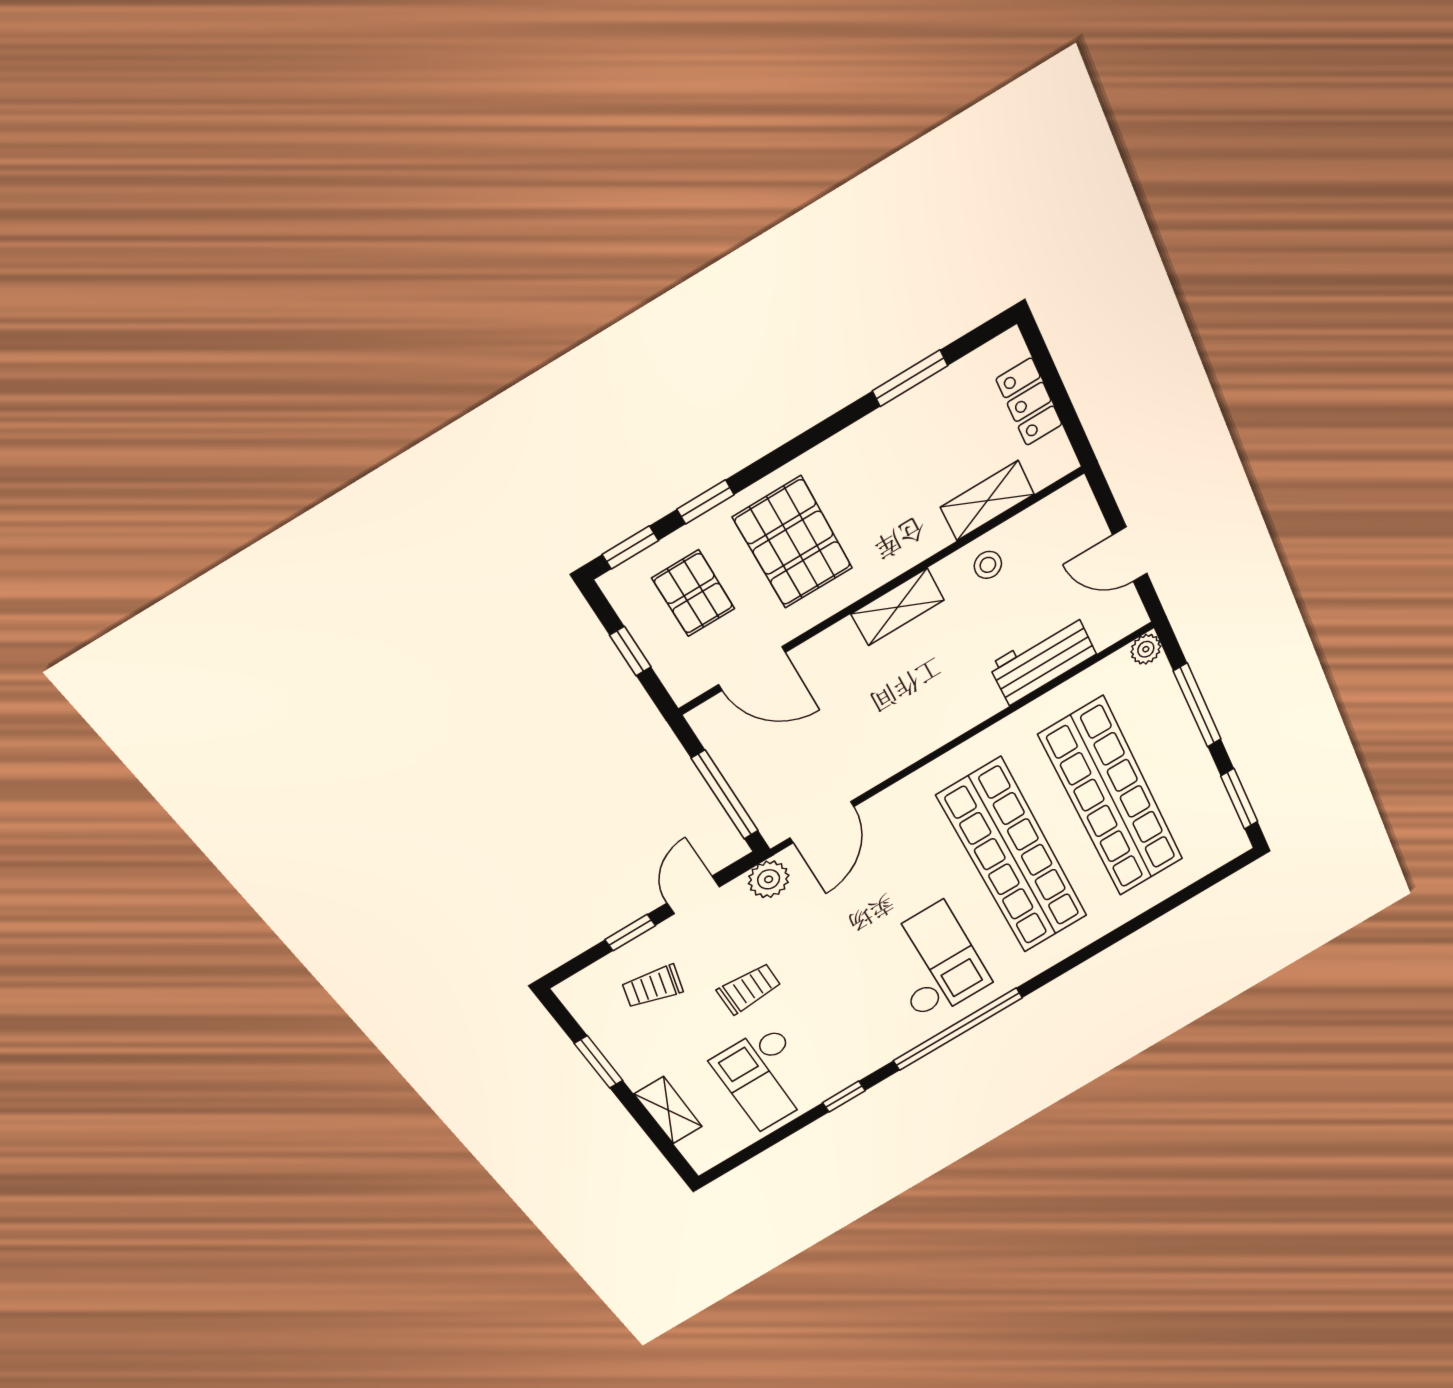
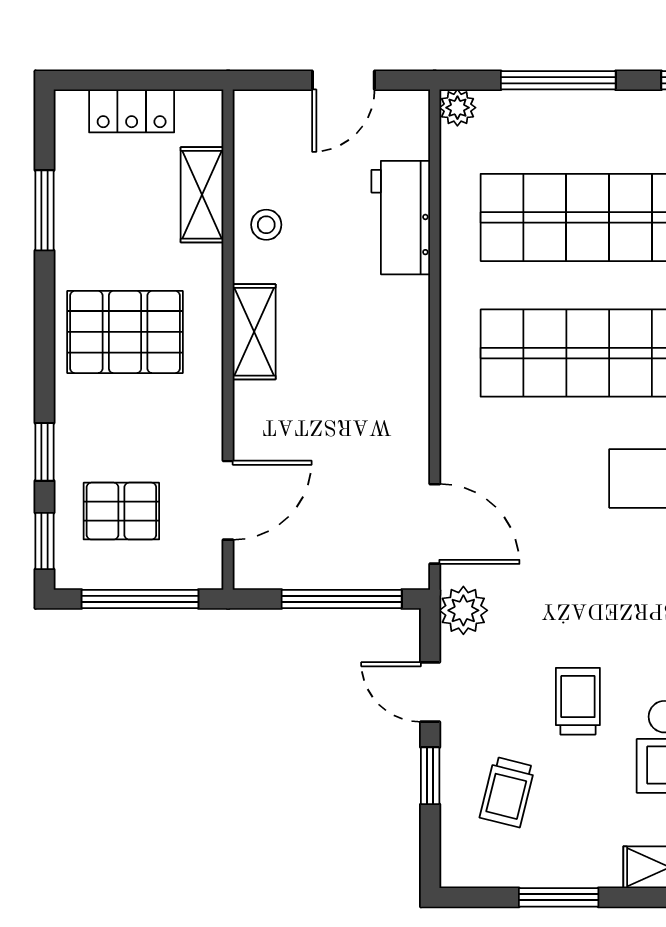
pallet: (793, 543) -> (125, 332), moved
window: (630, 651) -> (140, 599), width x2.17

